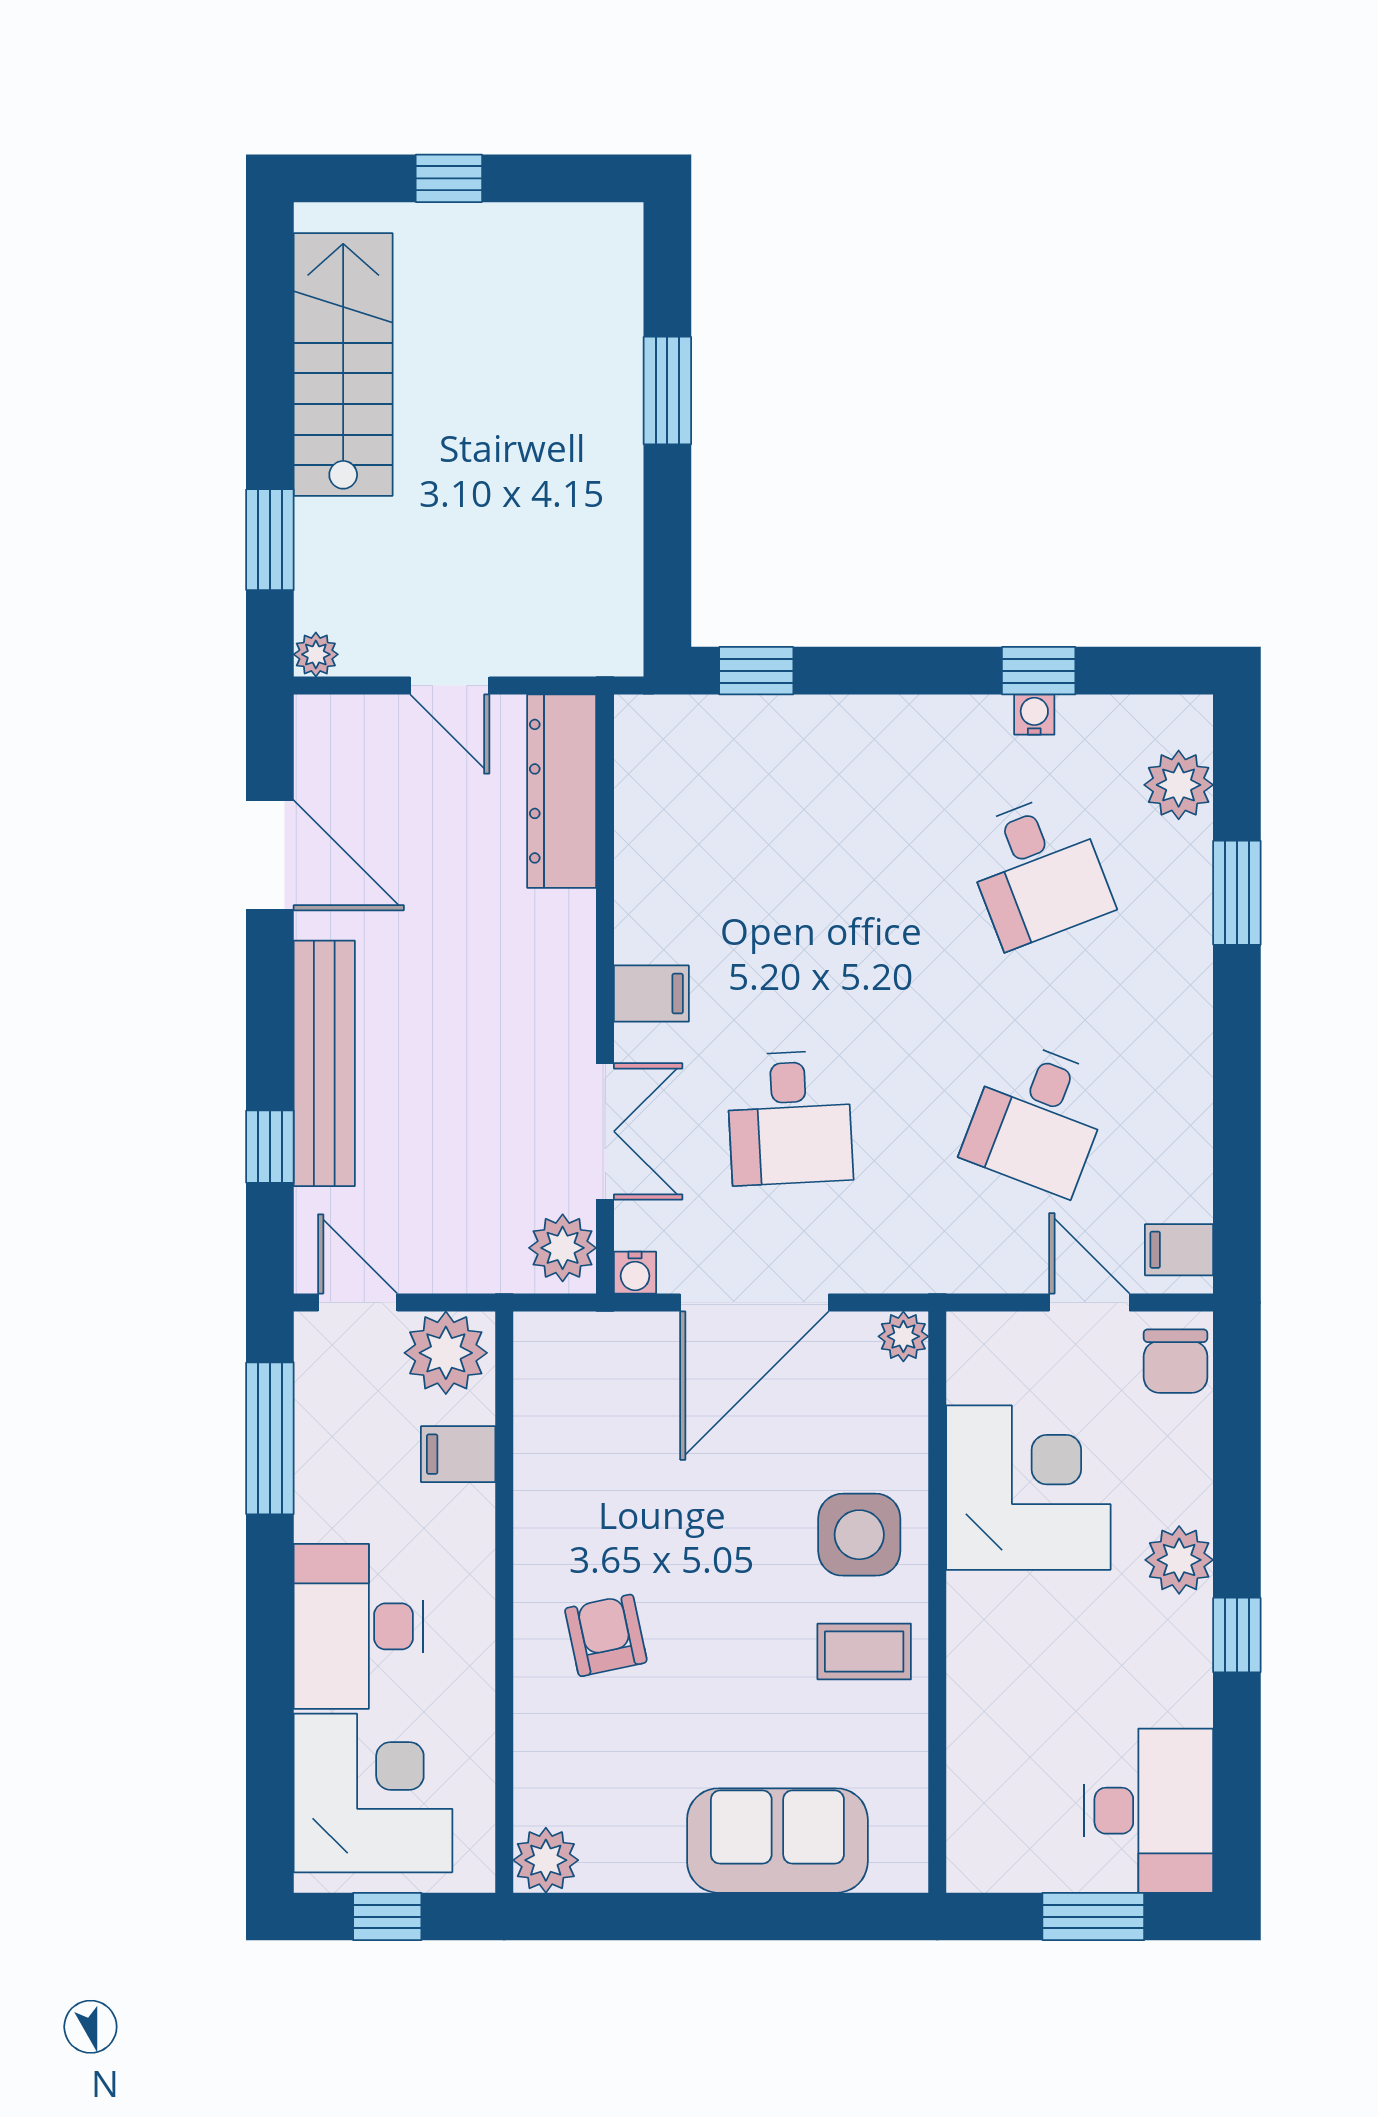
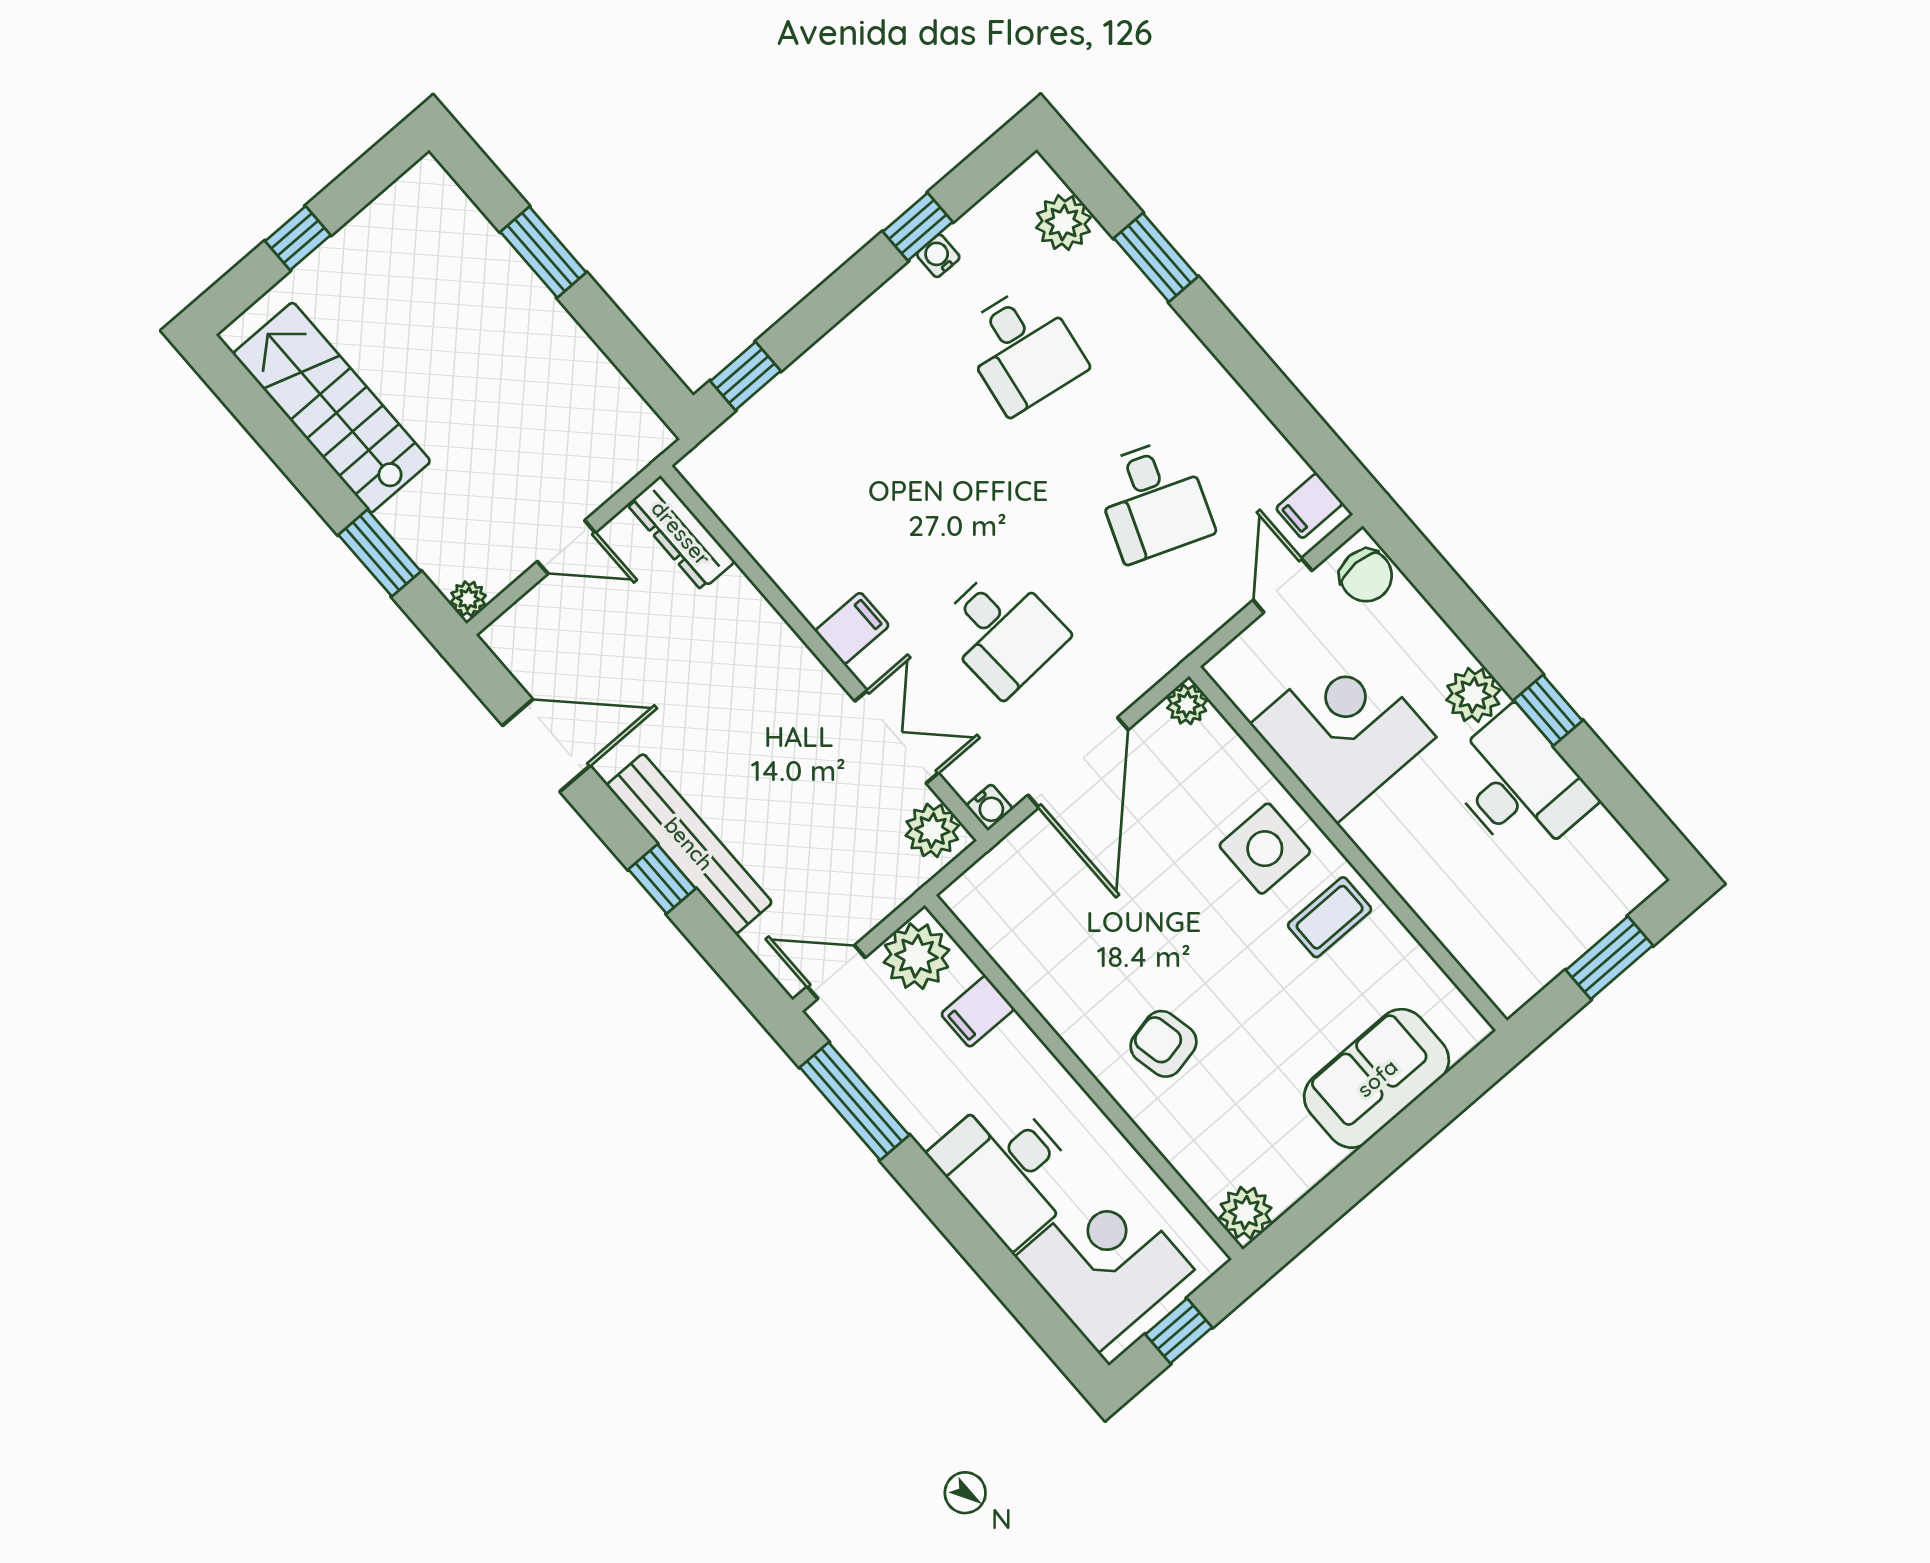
dresser: (562, 791) -> (681, 533), width x0.73, depth x0.80
desk: (1037, 870) -> (1022, 349), turned 30
window: (270, 1147) -> (662, 879), moved
door: (1089, 1303) -> (1283, 585), hinge flipped
desk: (1149, 1811) -> (1519, 785), moved

